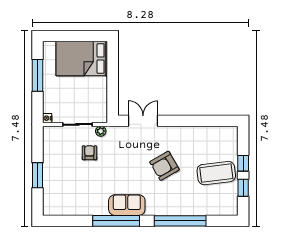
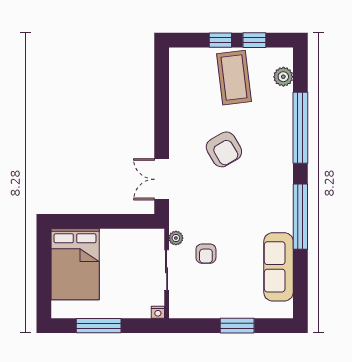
armchair: (89, 153) -> (206, 254), turned -90
sofa: (127, 205) -> (278, 267), moved, width x1.36
plant: (217, 209) -> (283, 77), added

